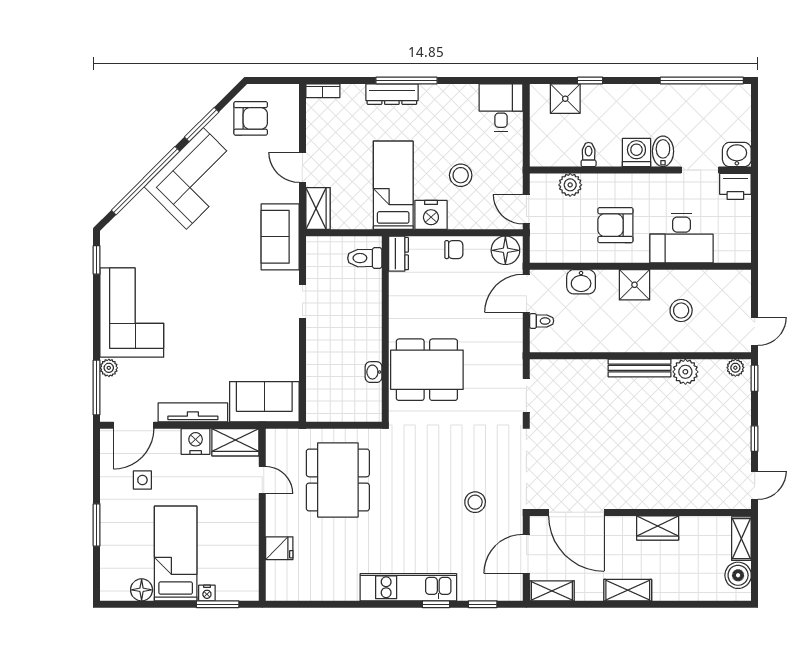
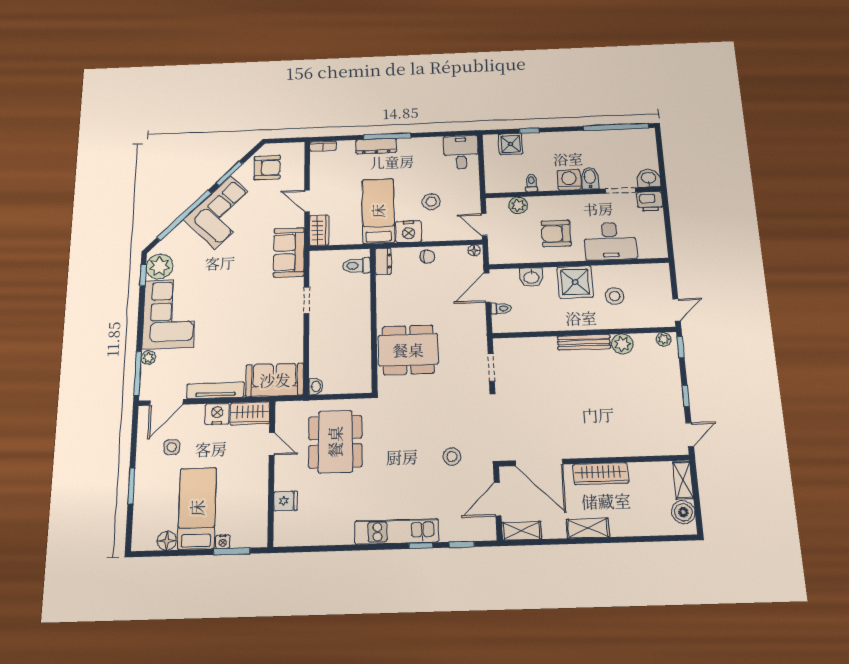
plant: (117, 249) -> (159, 266), added
floor lamp: (505, 250) -> (474, 250), width x0.53, depth x0.53
shower: (635, 285) -> (575, 282), width x1.36, depth x1.36
washbasin: (374, 372) -> (316, 386), moved, turned 180
wardrobe: (658, 528) -> (601, 474), width x1.50

